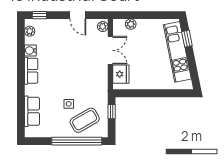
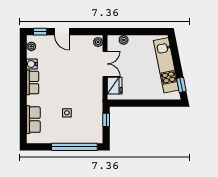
door: (78, 15) -> (62, 32), moved
window: (187, 39) -> (181, 85), moved
coffee table: (85, 120) -> (81, 128), removed

